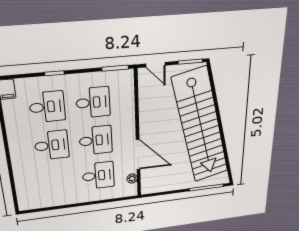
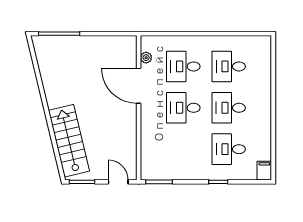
desk: (93, 102) -> (229, 66), moved
stairs: (201, 126) -> (69, 141), width x0.54, depth x0.66

